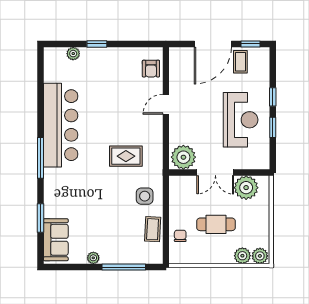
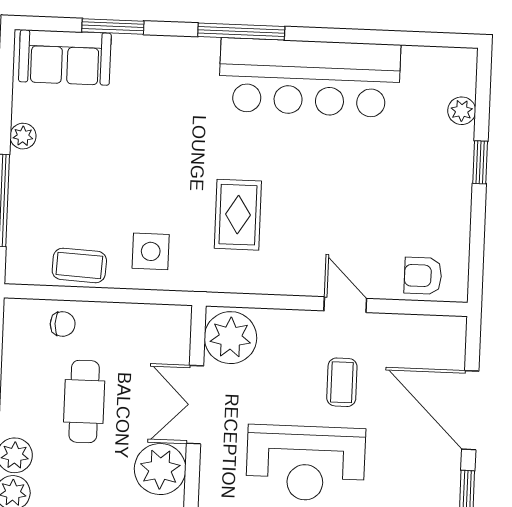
coffee table: (240, 62) -> (342, 382), moved, turned 90

